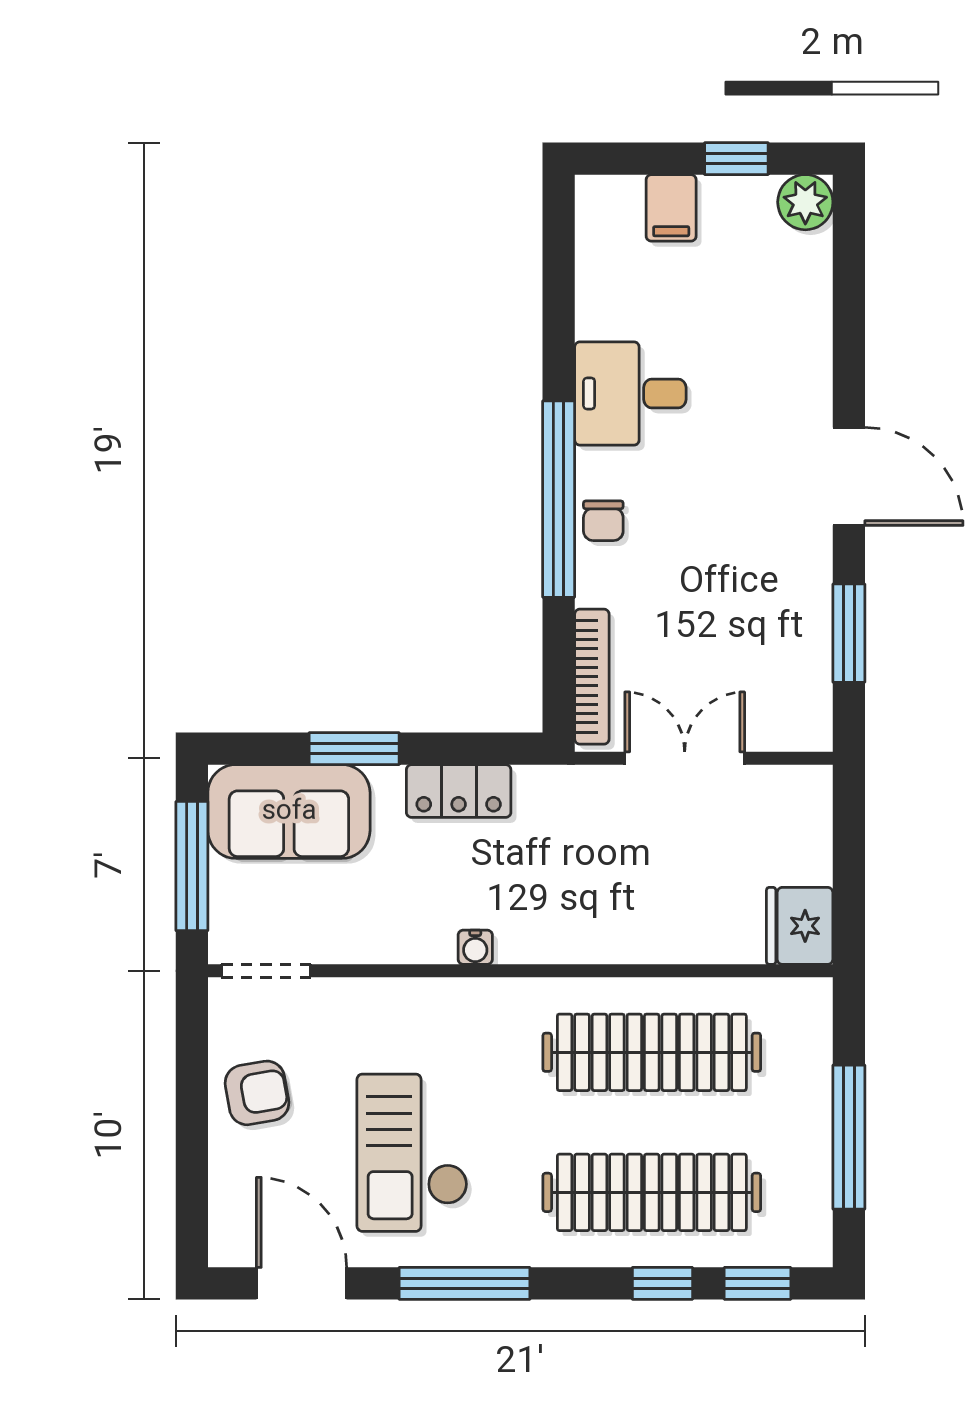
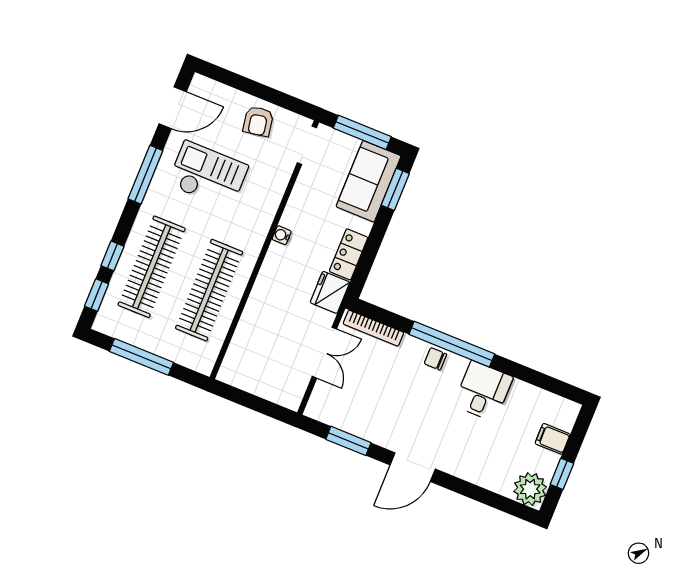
plant: (805, 202) -> (530, 489), width x1.36, depth x1.36
window: (354, 749) -> (395, 189), moved
fridge: (800, 926) -> (330, 292), moved, turned -90

